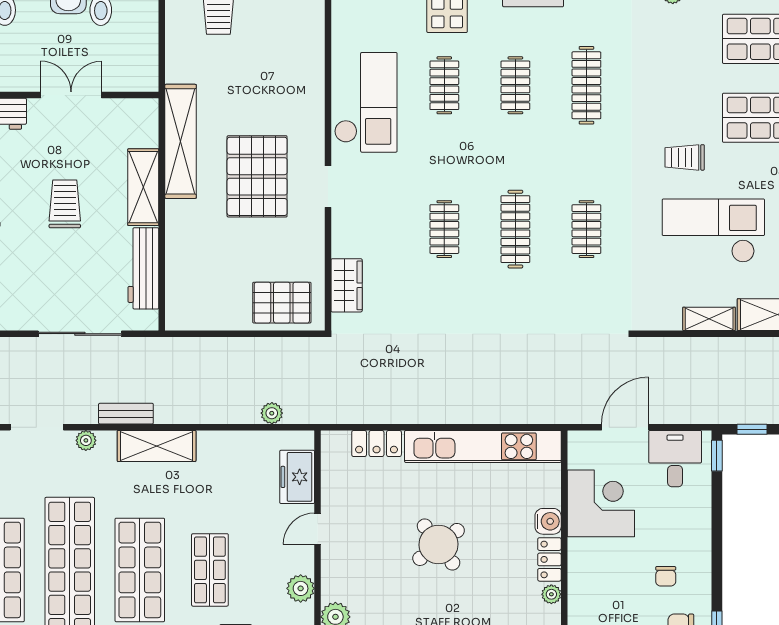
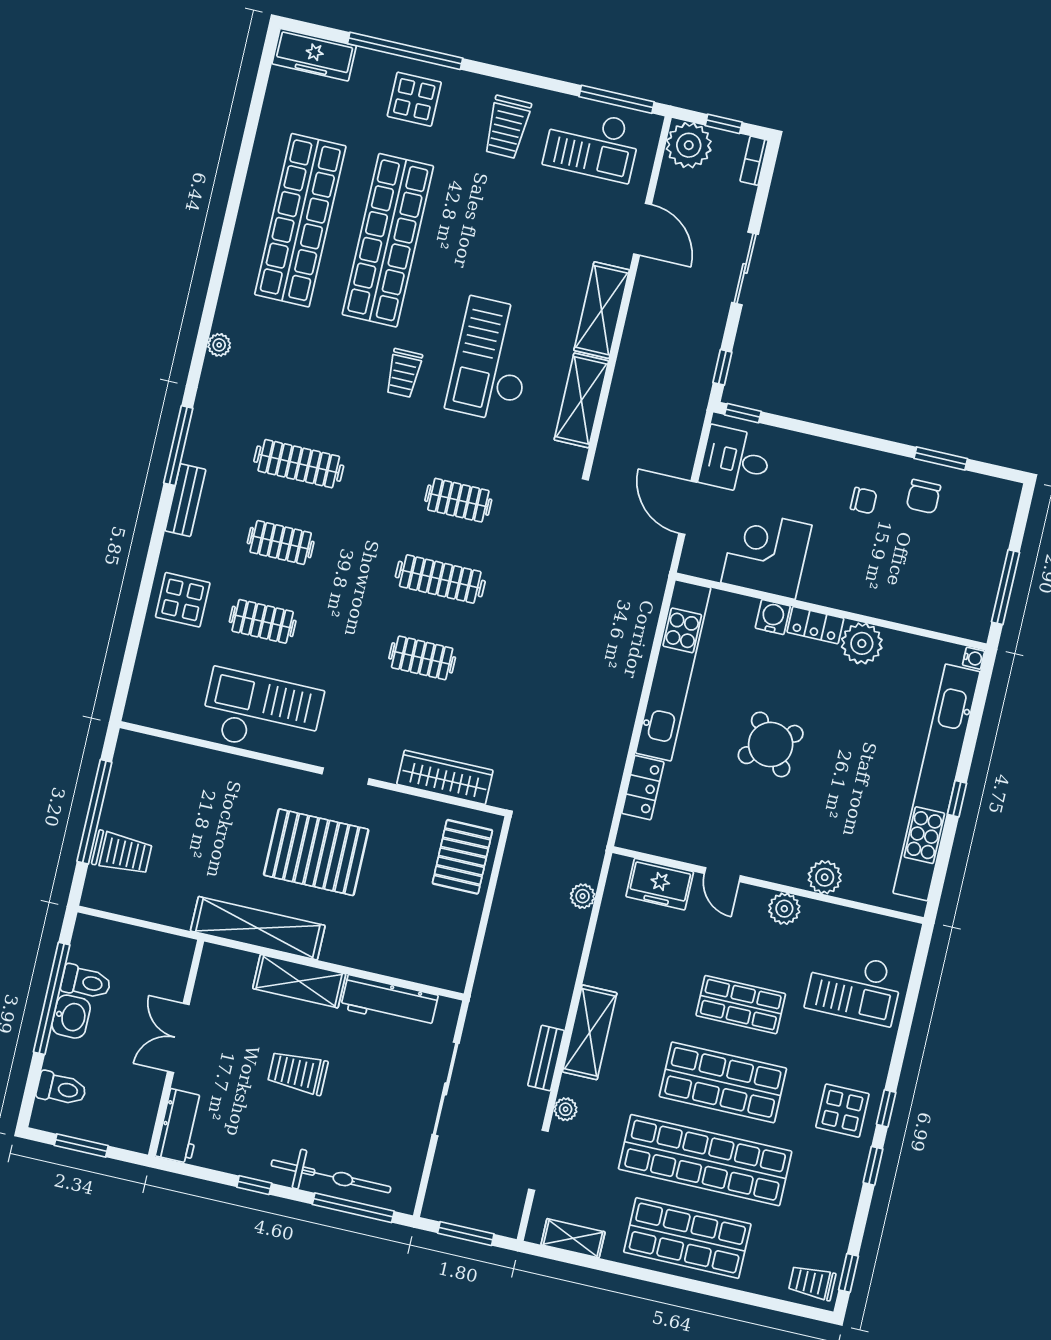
wardrobe: (347, 285) -> (445, 777), width x1.50
shelving: (709, 319) -> (581, 400), width x1.50, depth x1.33
plant: (551, 594) -> (862, 643), width x1.87, depth x1.87

